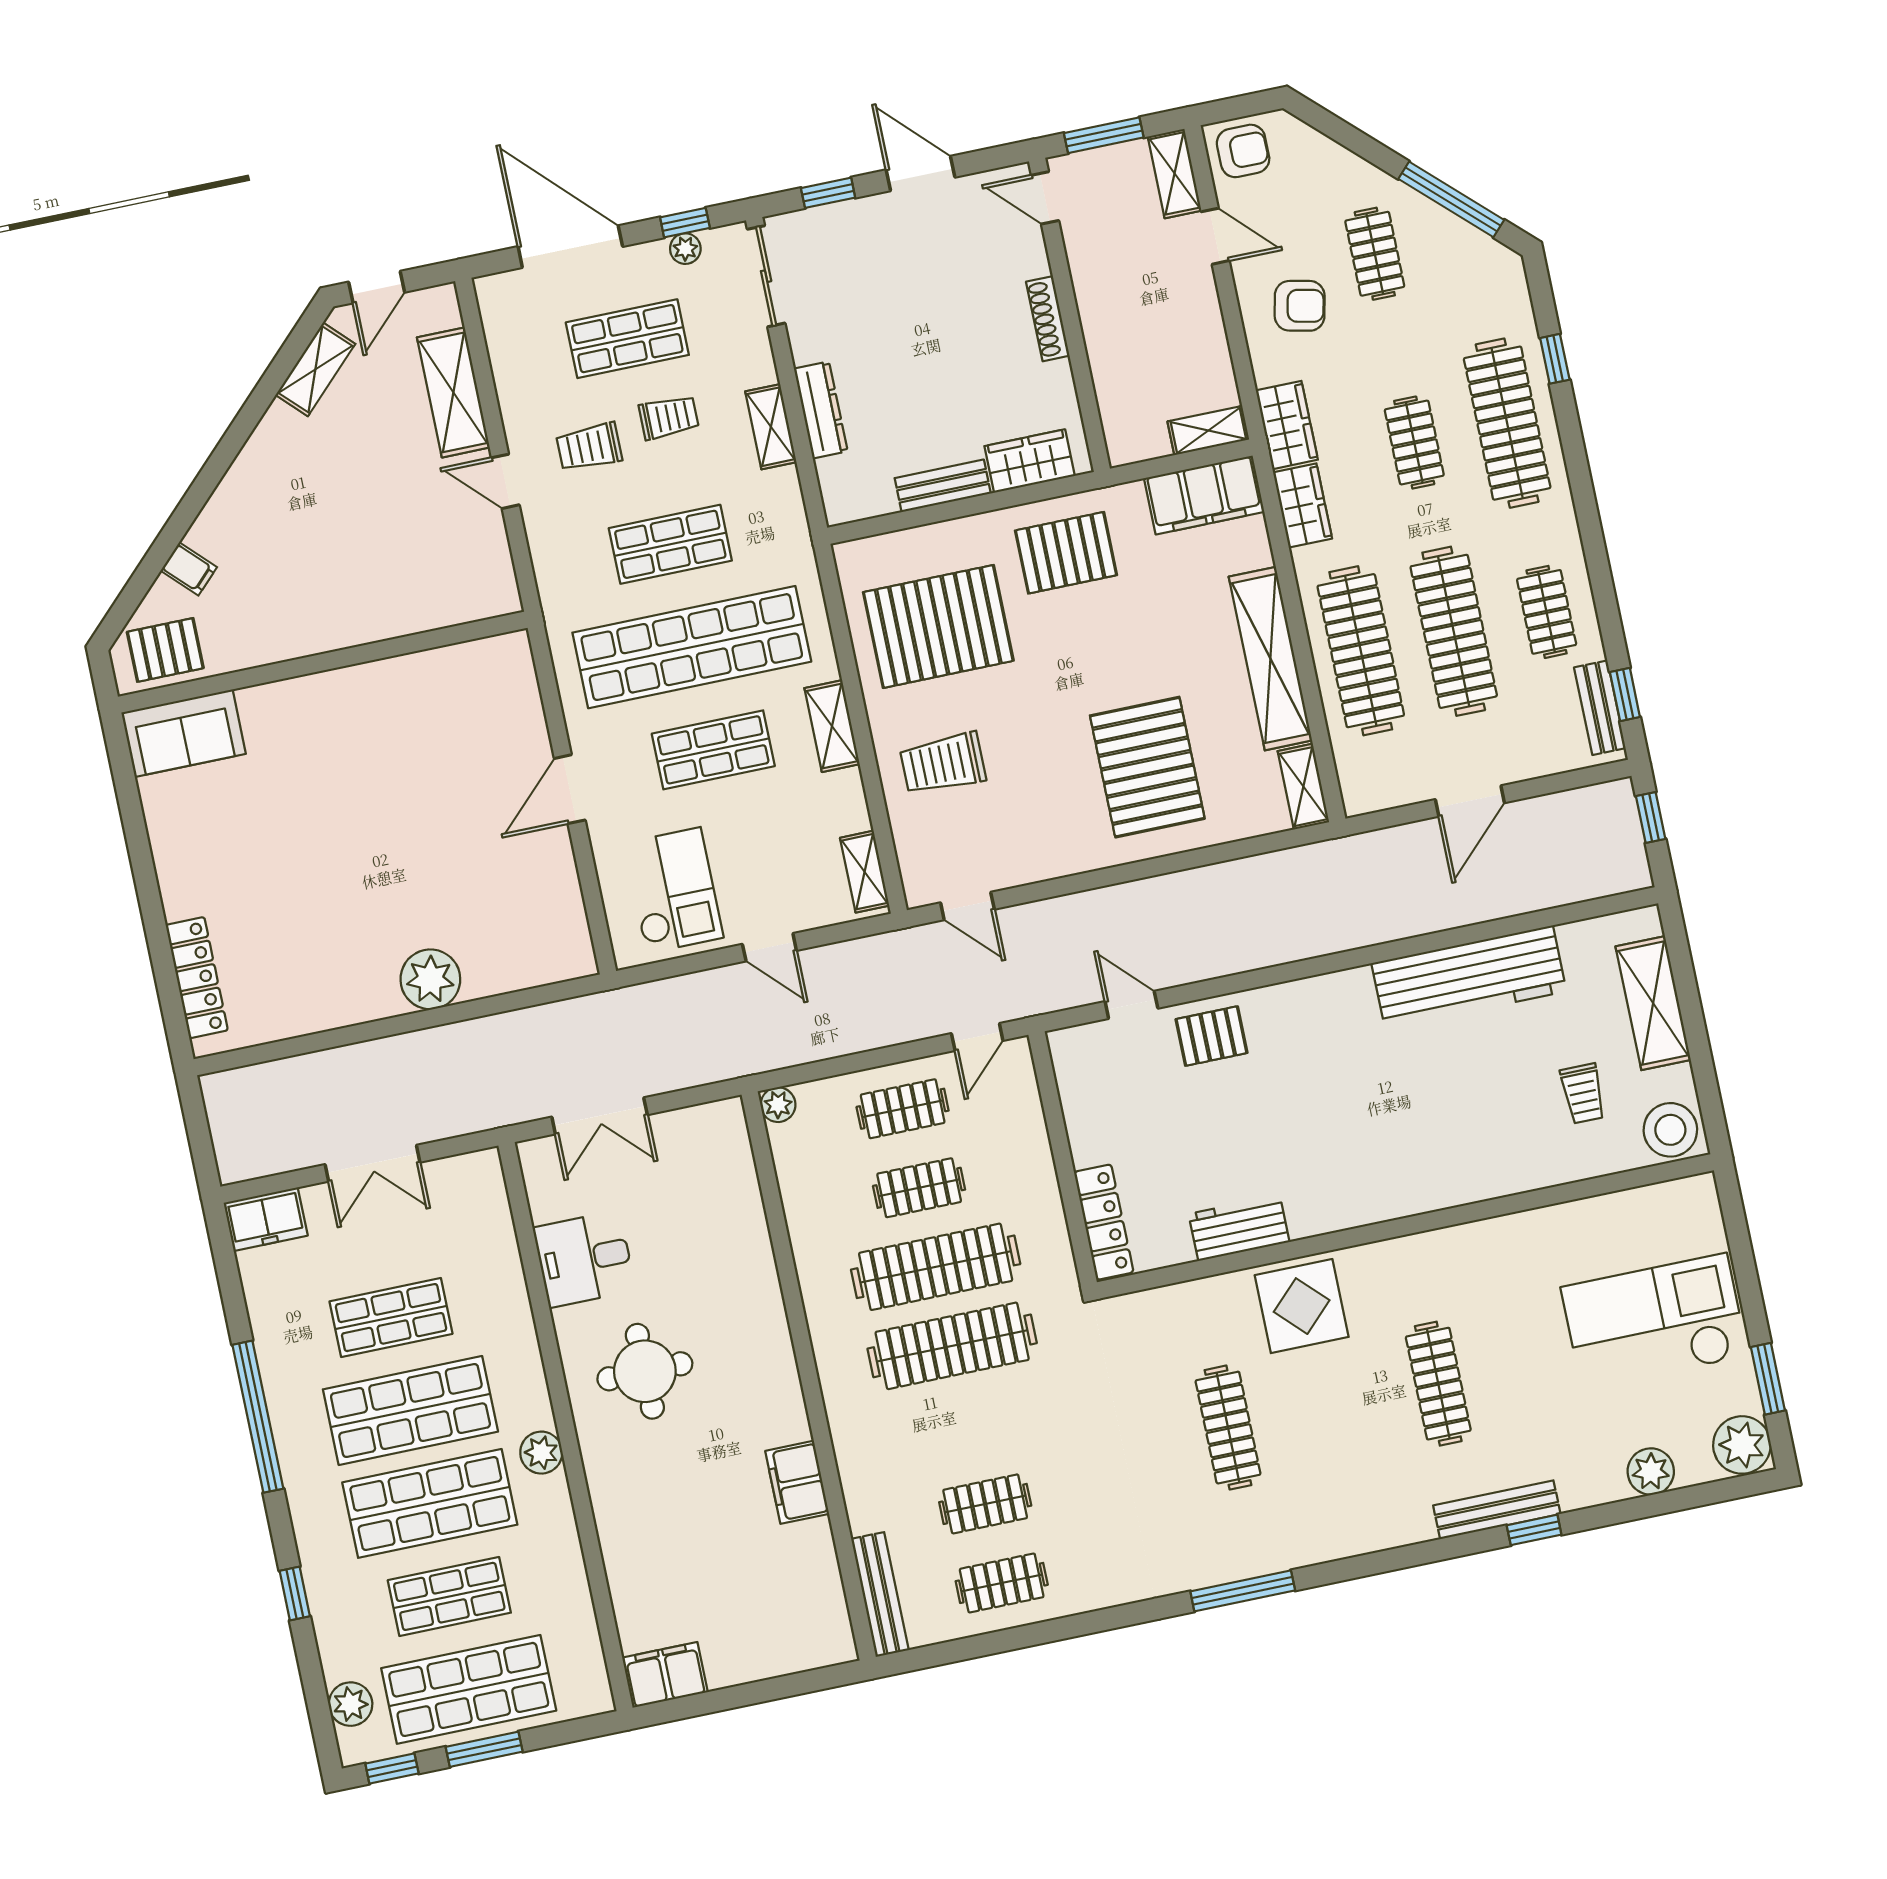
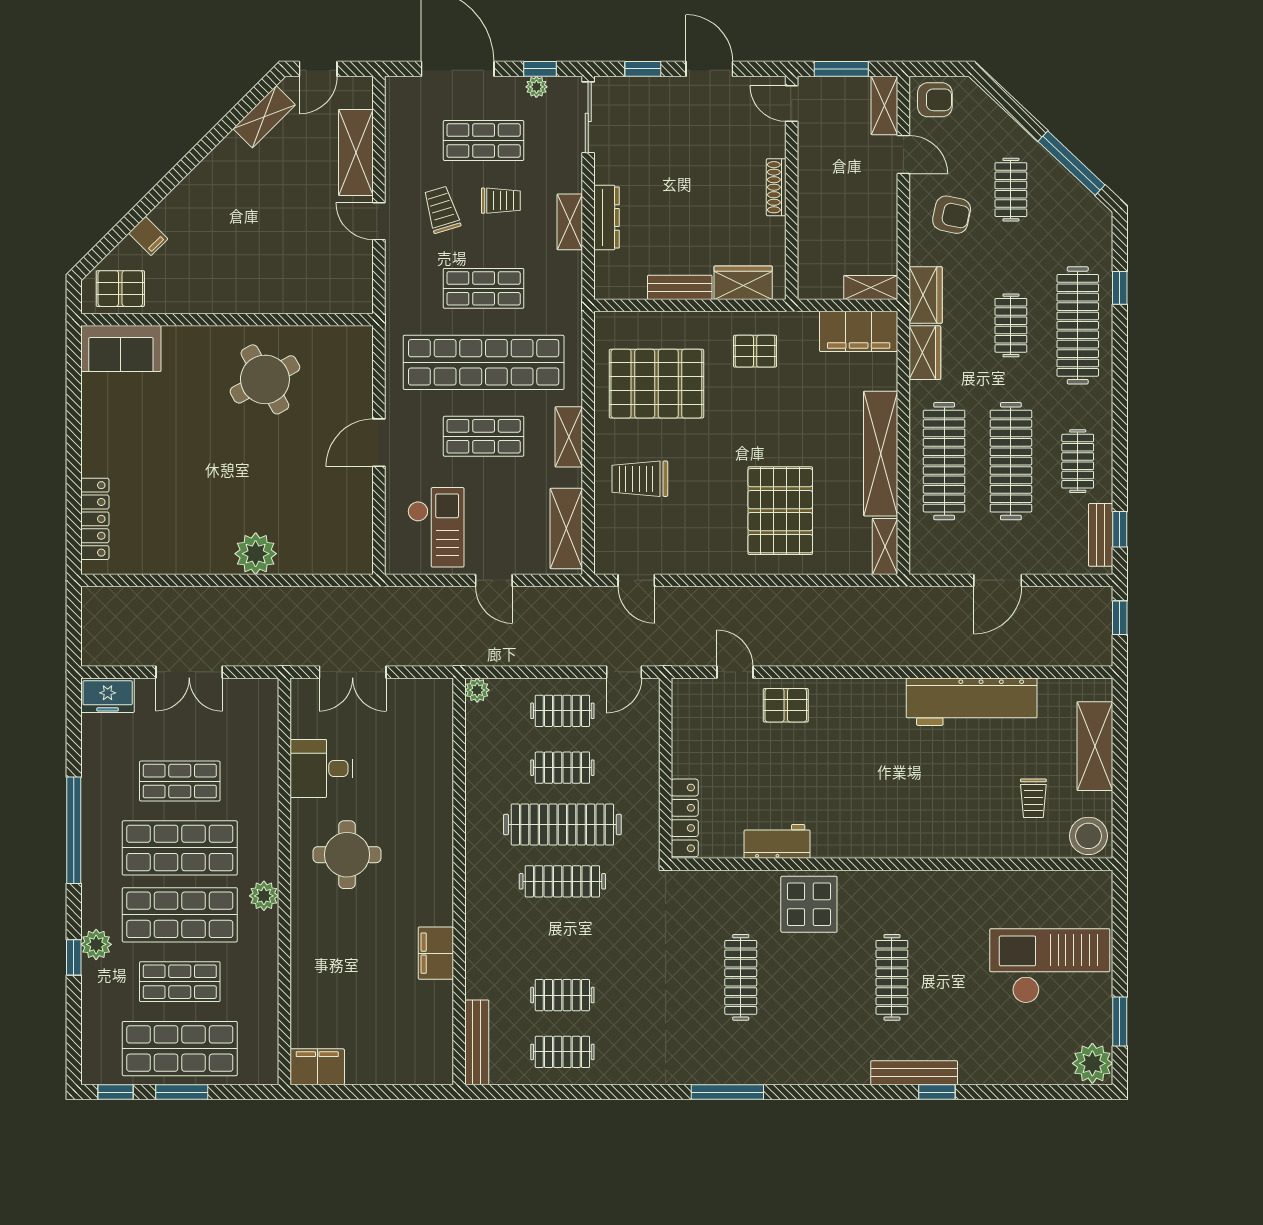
trolley: (589, 447) -> (442, 210), turned 73
pallet: (1066, 553) -> (755, 351), width x0.67, depth x0.71
round table: (393, 734) -> (265, 379), added
shelving: (865, 872) -> (566, 529), width x1.50, depth x1.33
clothes rail: (952, 1346) -> (562, 881), width x0.73, depth x0.76
plant: (1651, 1471) -> (1026, 1069), removed
plant: (351, 1704) -> (96, 944), moved

